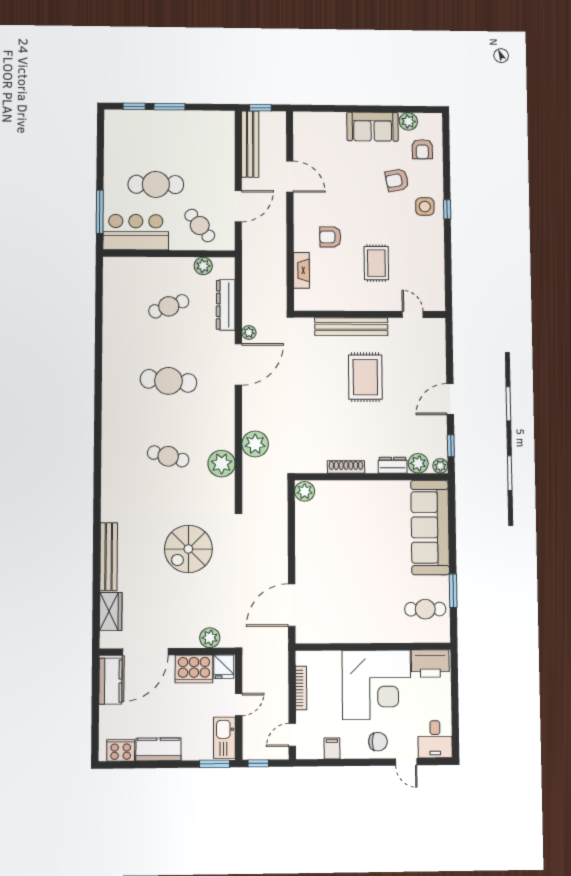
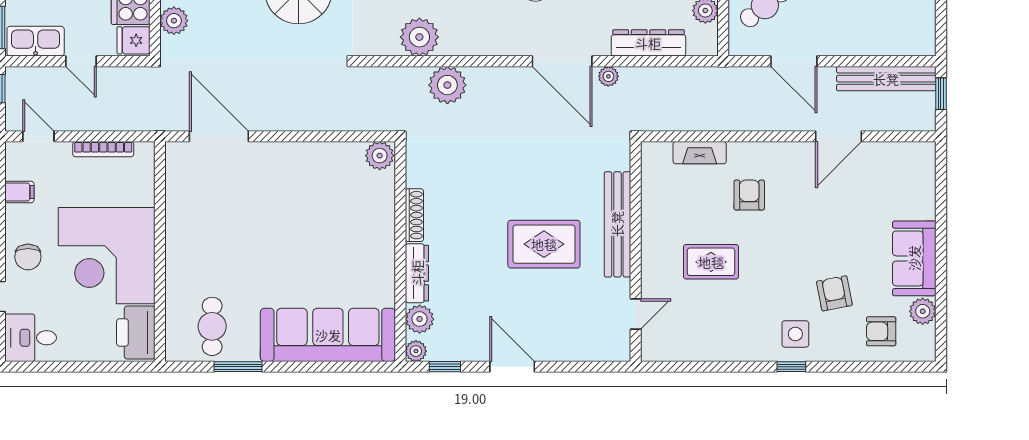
dresser: (393, 465) -> (417, 273), width x1.44

